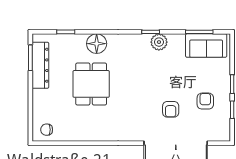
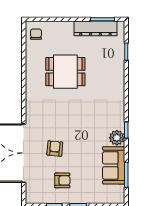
floor lamp: (97, 44) -> (115, 80), removed
sofa: (206, 46) -> (114, 165), moved
dining table: (91, 84) -> (65, 72), moved
armchair: (171, 109) -> (55, 149), turned 95

